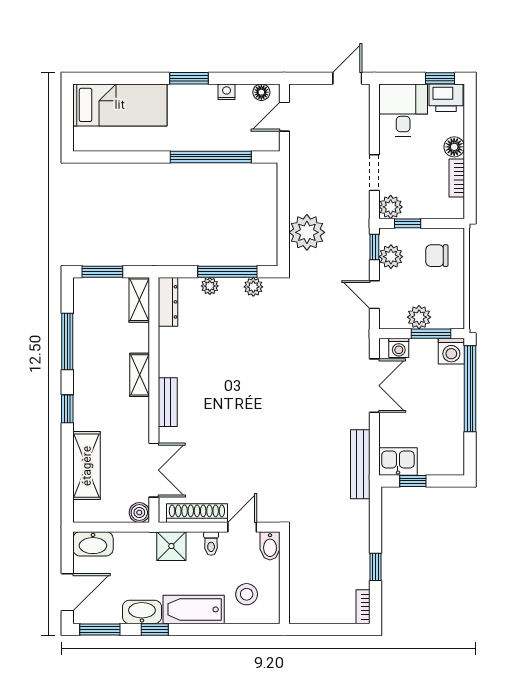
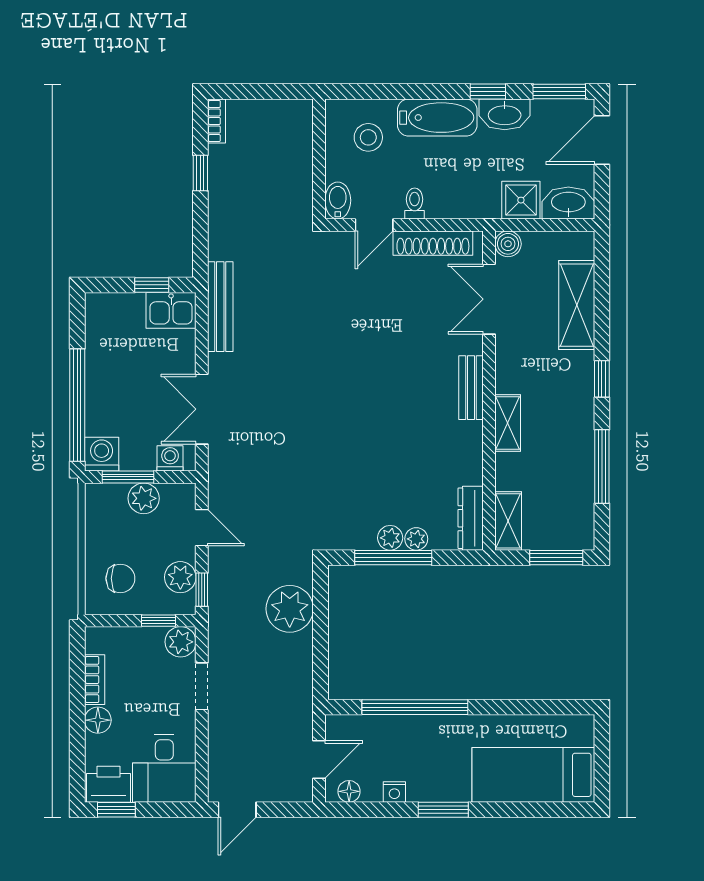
plant: (253, 287) -> (390, 538), moved
shower: (171, 546) -> (521, 200), moved

